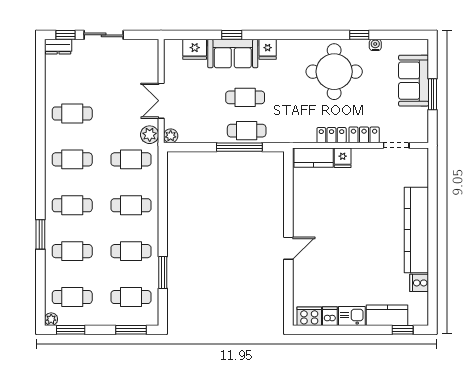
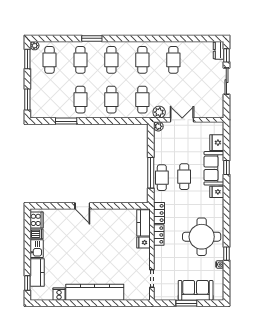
locker: (364, 135) -> (159, 213), moved
cafe table: (131, 297) -> (50, 100), removed

